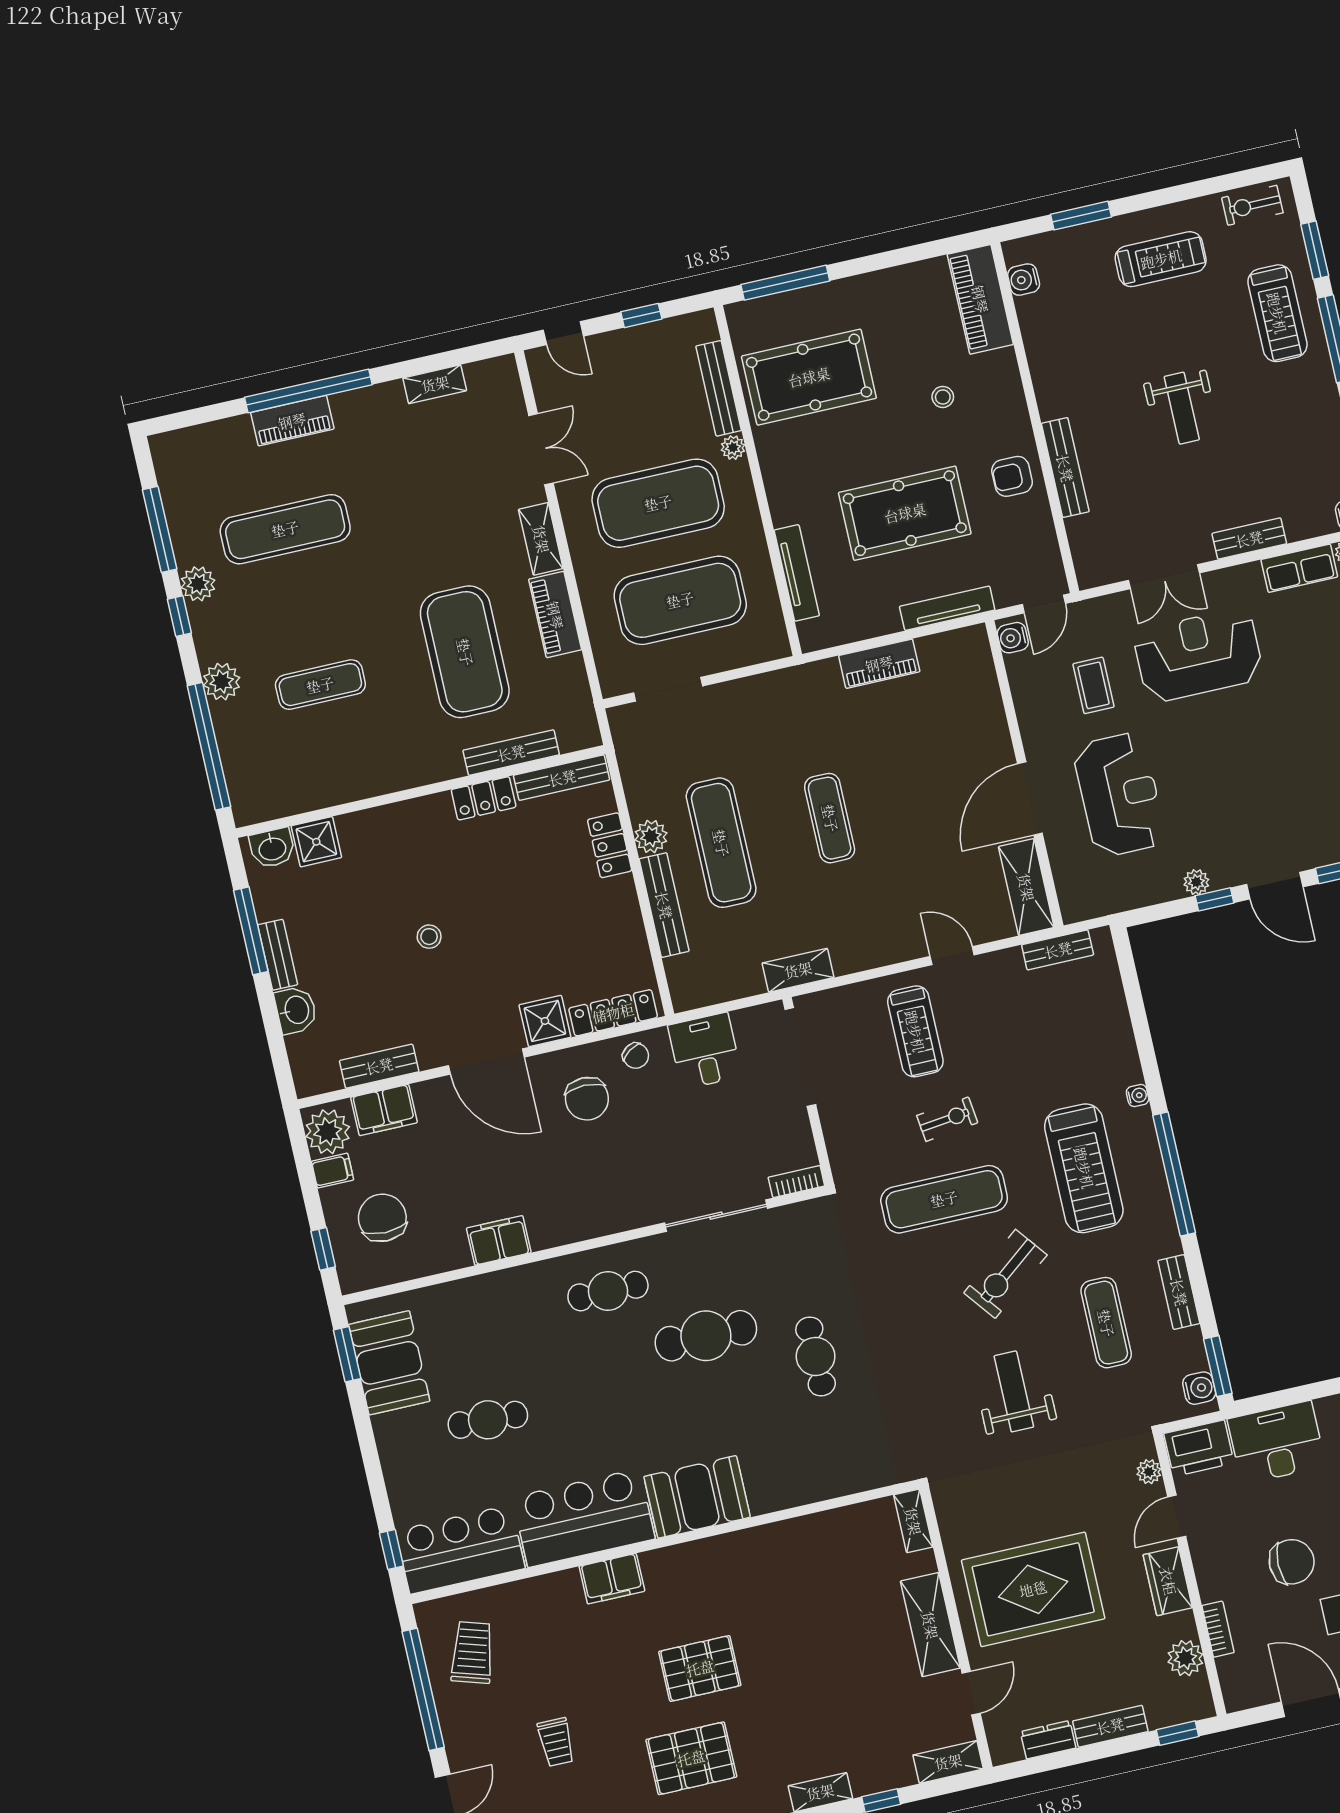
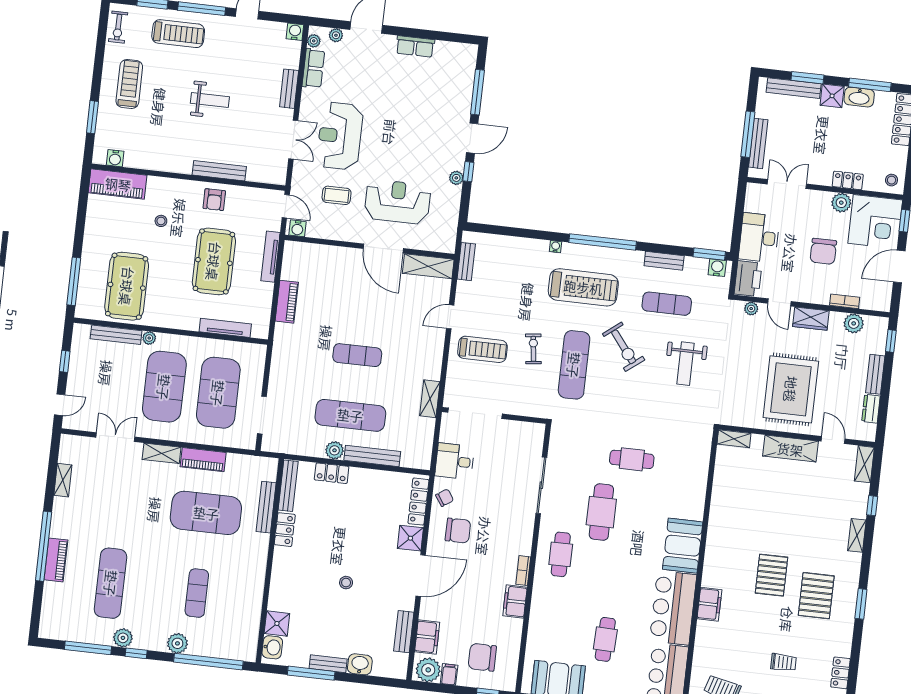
bookcase: (796, 1182) -> (523, 571), moved
weight bench: (1014, 1391) -> (686, 364), turned -90
chair: (1292, 1562) -> (823, 251), turned 180

